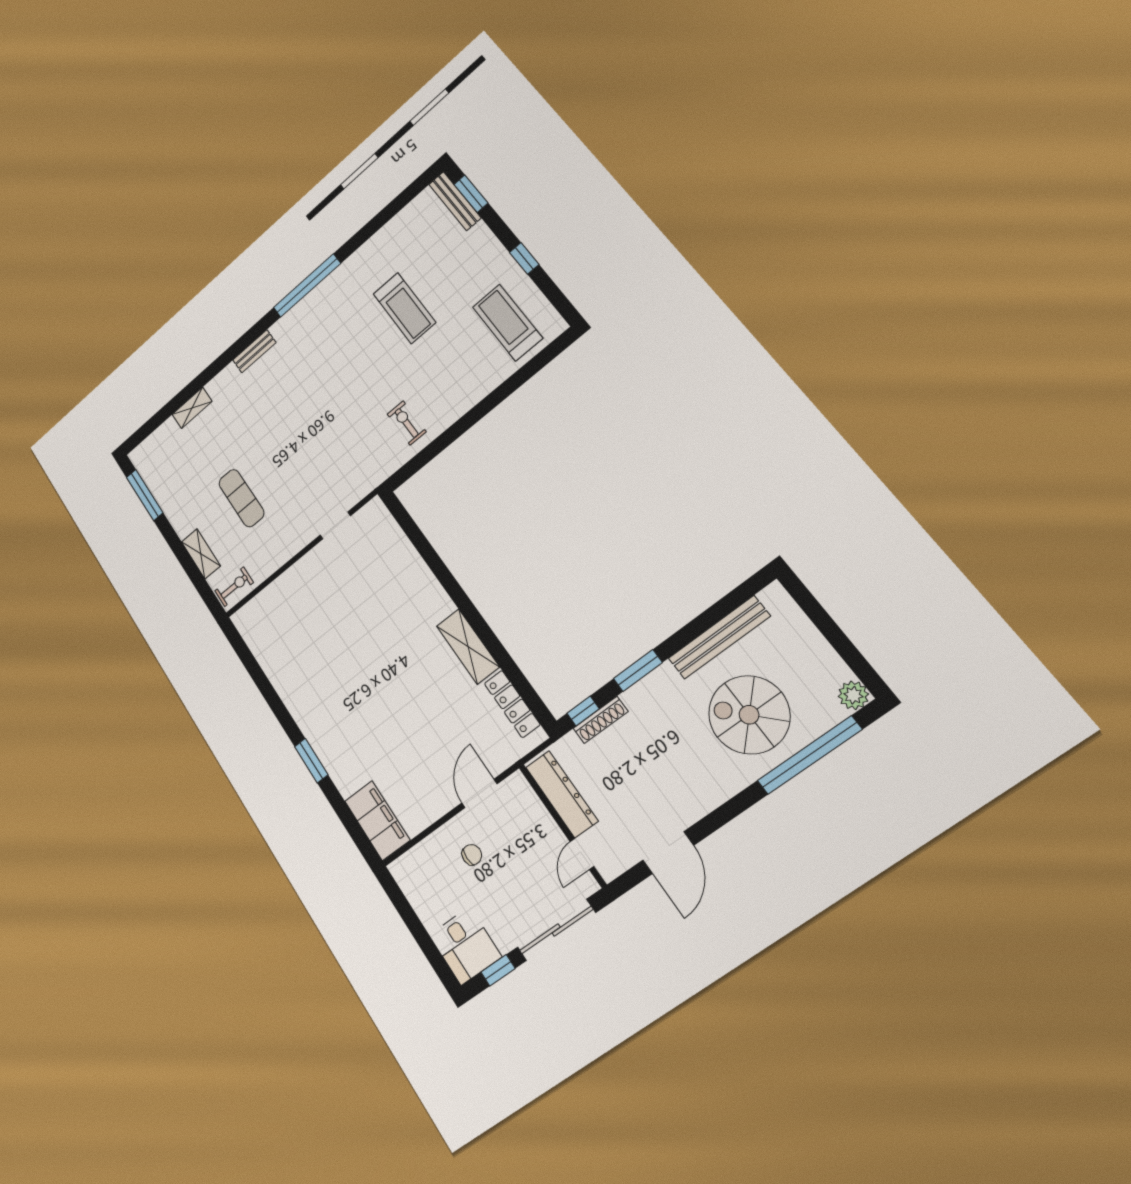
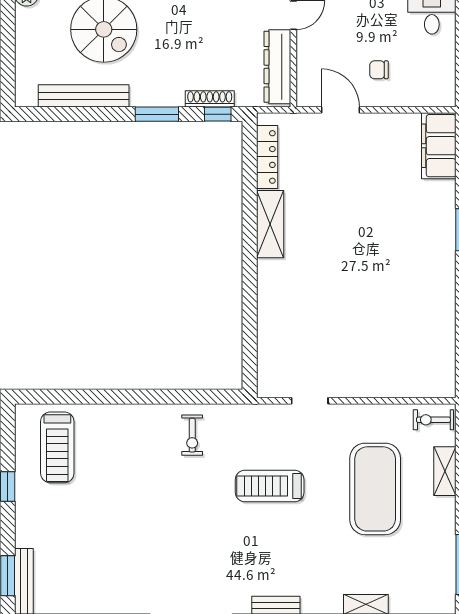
treadmill: (404, 308) -> (270, 486), moved, turned -90
exercise mat: (241, 498) -> (375, 489), width x2.00, depth x1.45
door: (479, 793) -> (340, 110), swing flipped

